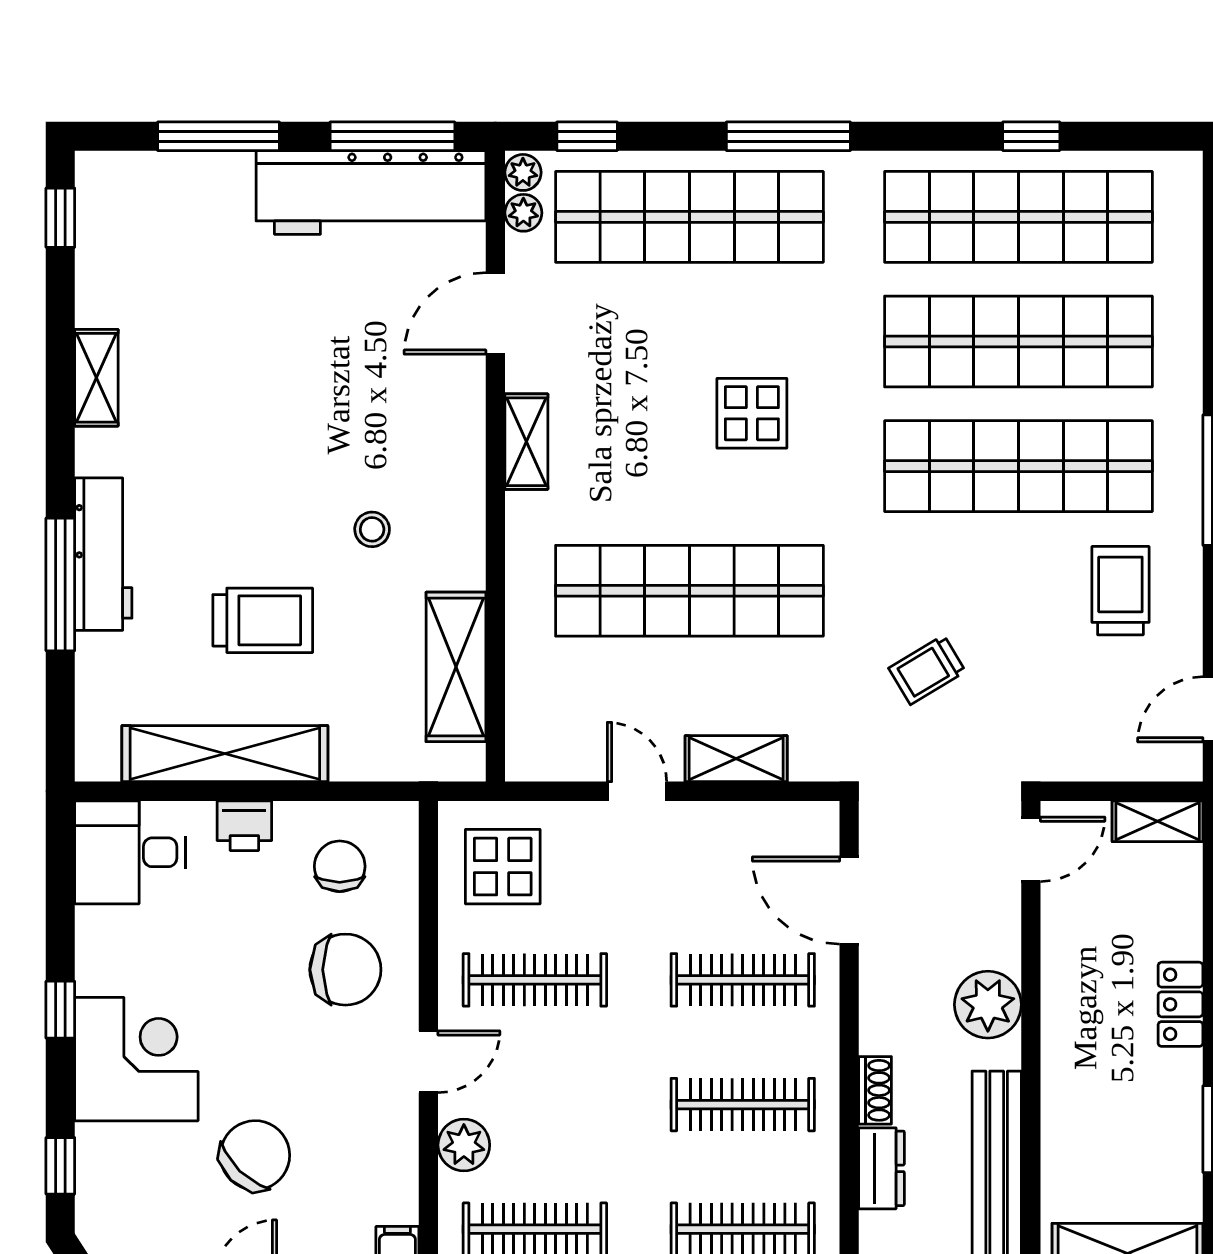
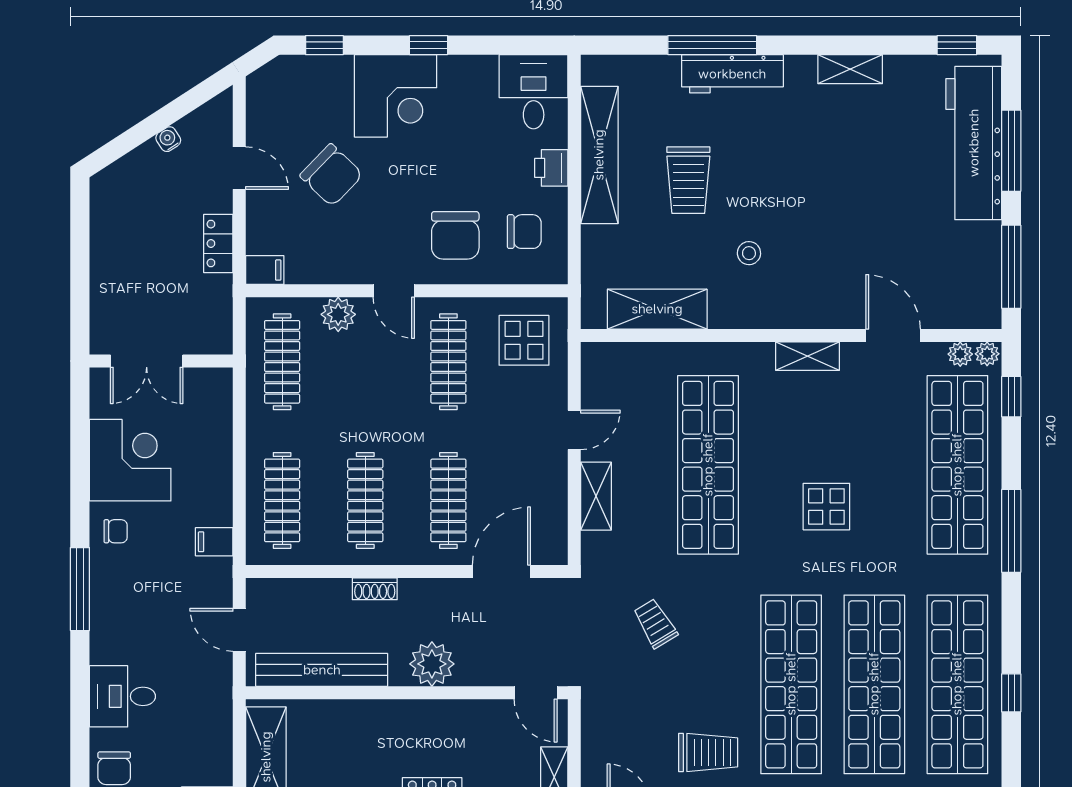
workbench: (371, 192) -> (974, 143), moved
dresser: (881, 1168) -> (323, 593), removed

